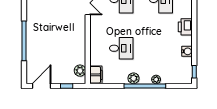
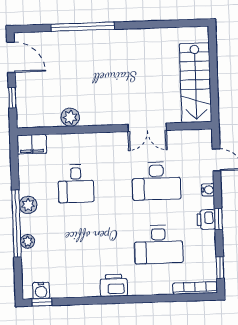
water cooler: (187, 51) -> (41, 291), moved
plant: (80, 71) -> (70, 117), moved

